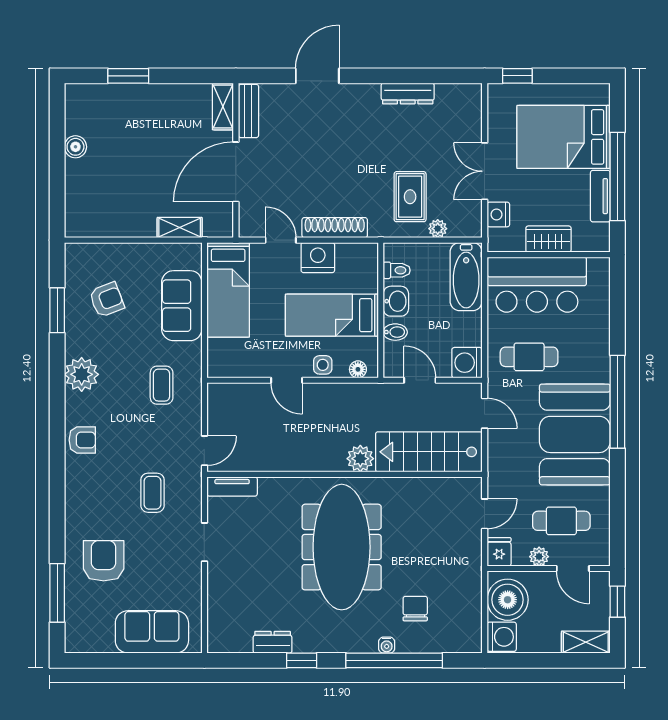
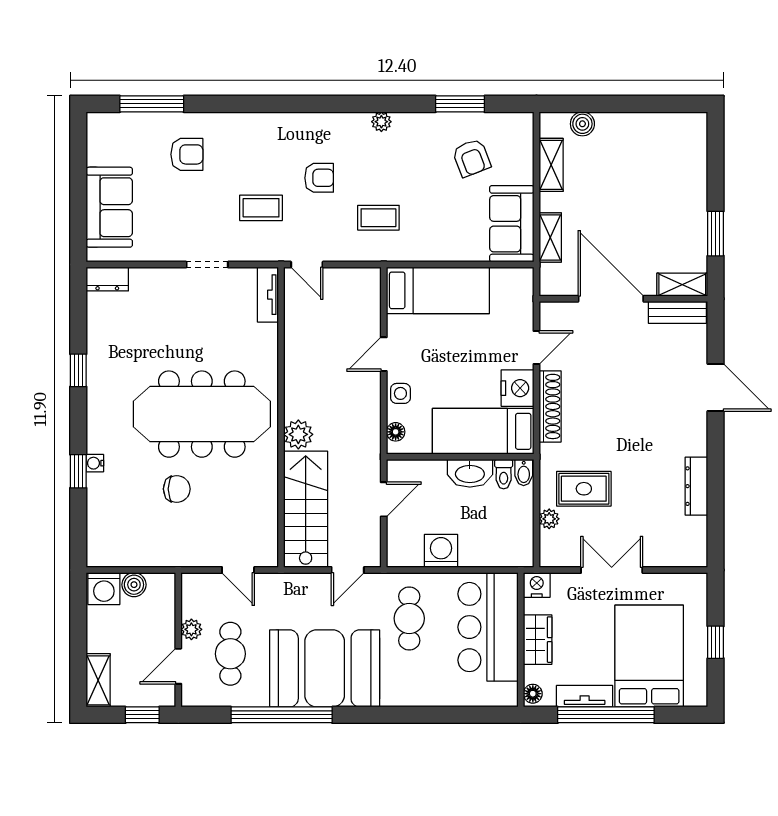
window: (128, 76) -> (716, 234), moved
window: (517, 76) -> (716, 642), moved
boiler: (75, 147) -> (582, 124), moved
nightstand: (498, 214) -> (537, 585), moved
shelving: (113, 227) -> (551, 165), added
floor lamp: (598, 244) -> (533, 694), added
bathtub: (466, 277) -> (497, 550), removed
bed: (228, 290) -> (438, 290), moved, turned 180
washbasin: (396, 301) -> (470, 473), width x1.38
sofa: (182, 306) -> (512, 224), moved, turned -90
bed: (332, 315) -> (483, 431), moved, turned -90
bidet: (395, 332) -> (524, 473), moved
washing machine: (467, 363) -> (441, 551), moved
plant: (82, 374) -> (381, 122), width x0.53, depth x0.53
window: (617, 402) -> (282, 715), moved
armchair: (82, 440) -> (319, 178), moved, turned -90
fridge: (499, 552) -> (197, 586), removed
armchair: (104, 561) -> (187, 154), width x0.72, depth x0.72
boiler: (508, 600) -> (134, 585), width x0.54, depth x0.54
chair: (415, 609) -> (177, 489), moved
dresser: (273, 642) -> (107, 279), moved, turned 90
window: (394, 660) -> (78, 471), width x0.32

